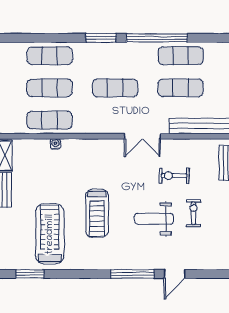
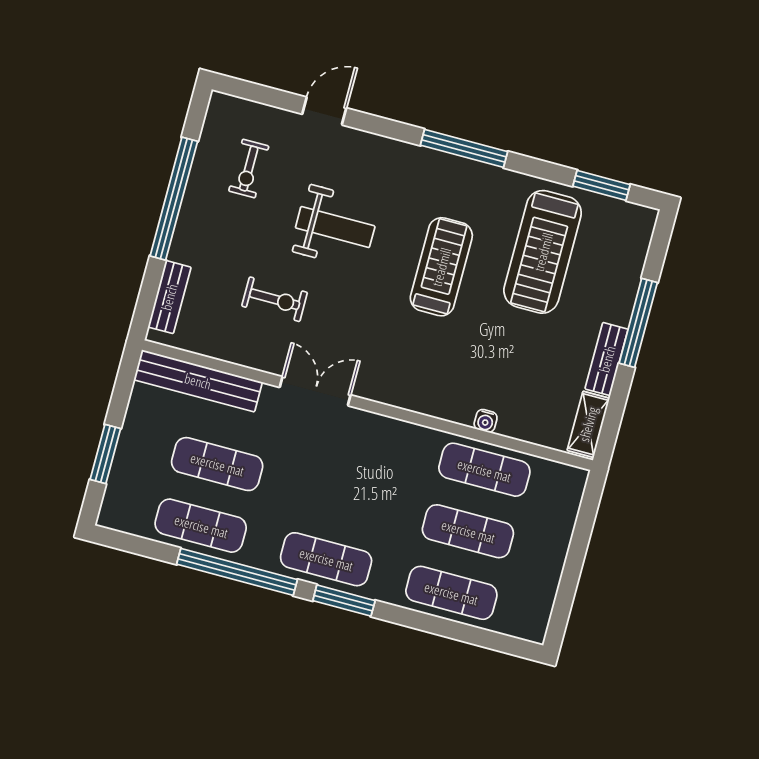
exercise mat: (115, 88) -> (326, 559), moved
exercise bike: (194, 213) -> (249, 169), moved
window: (132, 274) -> (464, 148), moved

